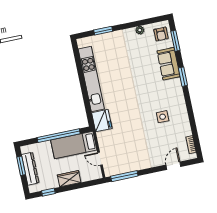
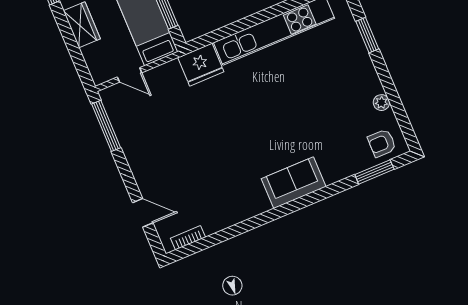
sofa: (169, 64) -> (294, 183), moved
window: (183, 77) -> (311, 199), removed
side table: (163, 117) -> (229, 175), removed
door: (100, 159) -> (130, 75), swing flipped

